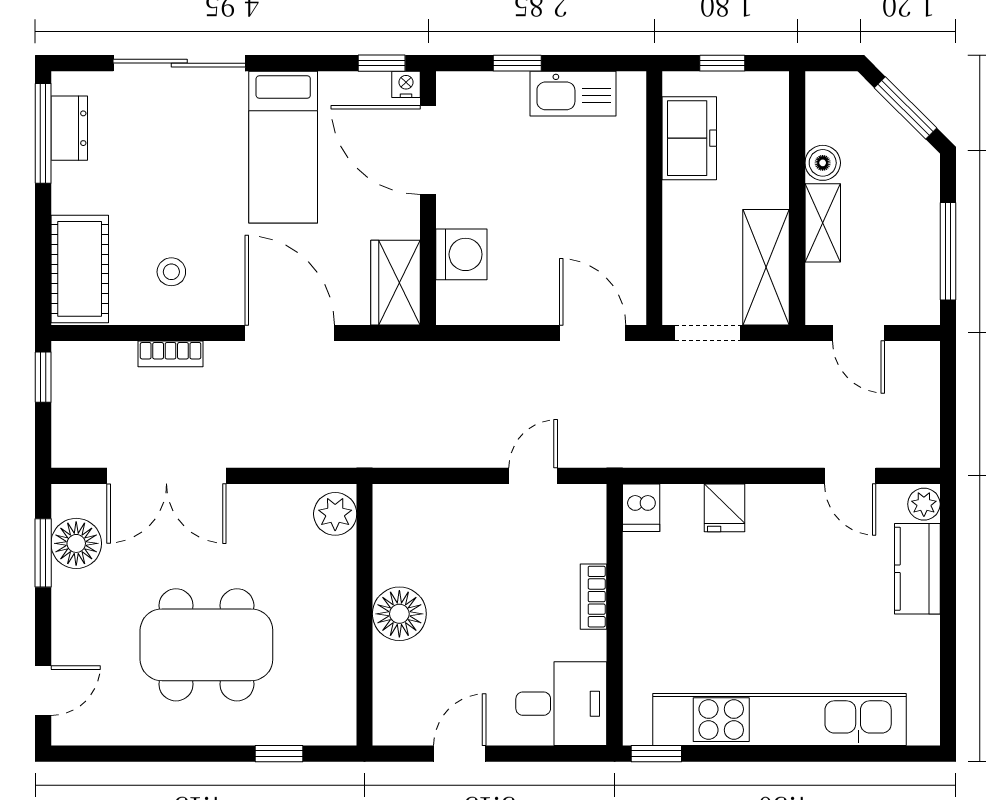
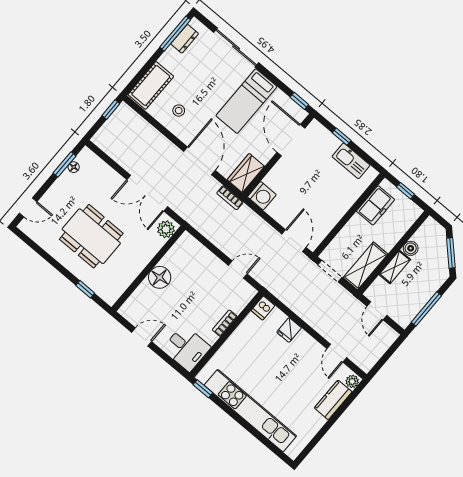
nightstand: (406, 84) -> (301, 114), removed
washing machine: (461, 254) -> (262, 196), moved
bookcase: (171, 354) -> (230, 198), moved
double door: (166, 476) -> (147, 193), moved
floor lamp: (76, 543) -> (74, 167), width x0.53, depth x0.53

